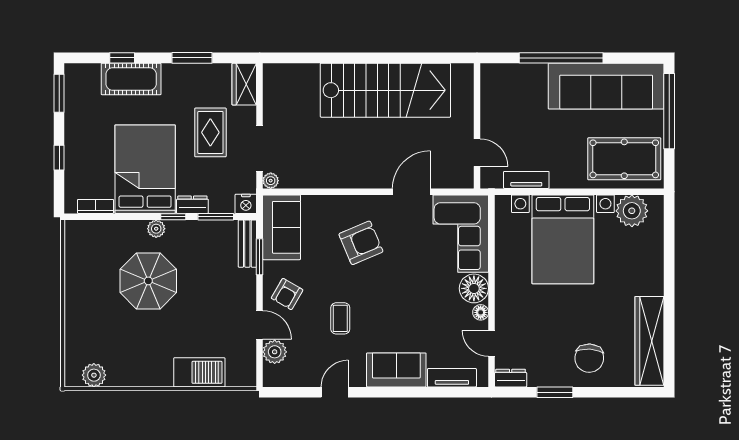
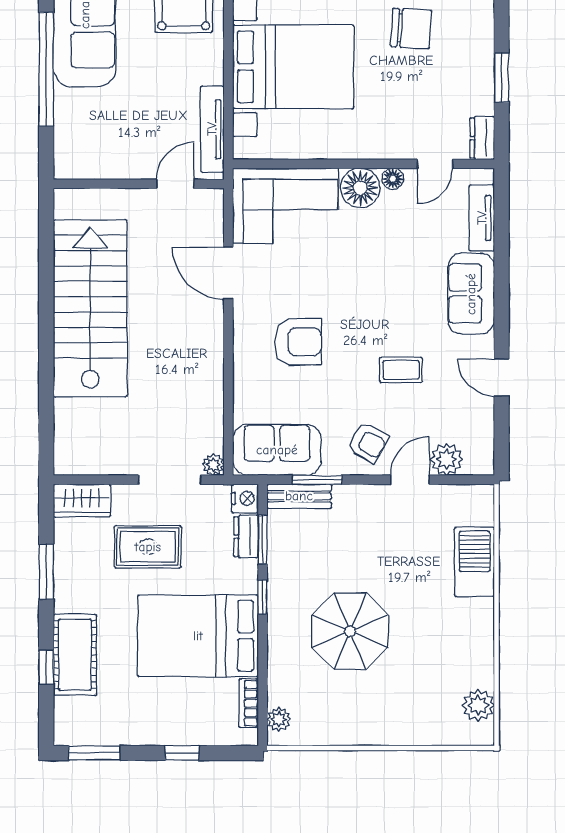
tv unit: (526, 180) -> (212, 129), width x1.41
dresser: (192, 205) -> (246, 537), moved
plant: (156, 229) -> (279, 719), moved
armchair: (361, 243) -> (298, 342), turned 113
chair: (589, 358) -> (411, 29), moved

